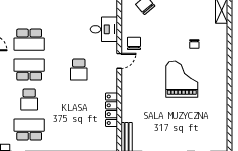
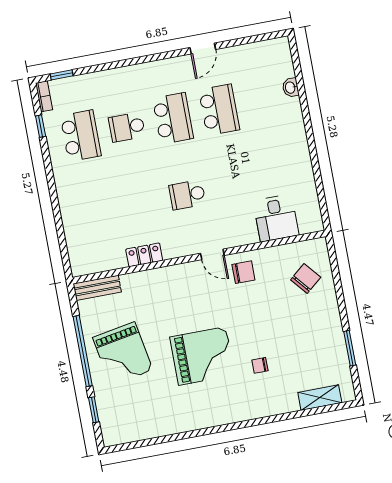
desk: (104, 29) -> (276, 218), moved
school desk: (29, 40) -> (219, 110), turned 180
locker: (111, 110) -> (144, 255), width x0.66
grand piano: (171, 129) -> (123, 354), added

